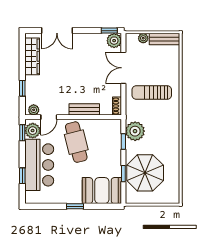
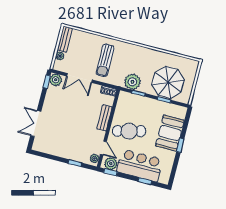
double door: (57, 31) -> (36, 123), swing flipped
wardrobe: (32, 56) -> (51, 149), removed
booth: (102, 191) -> (170, 133), moved

